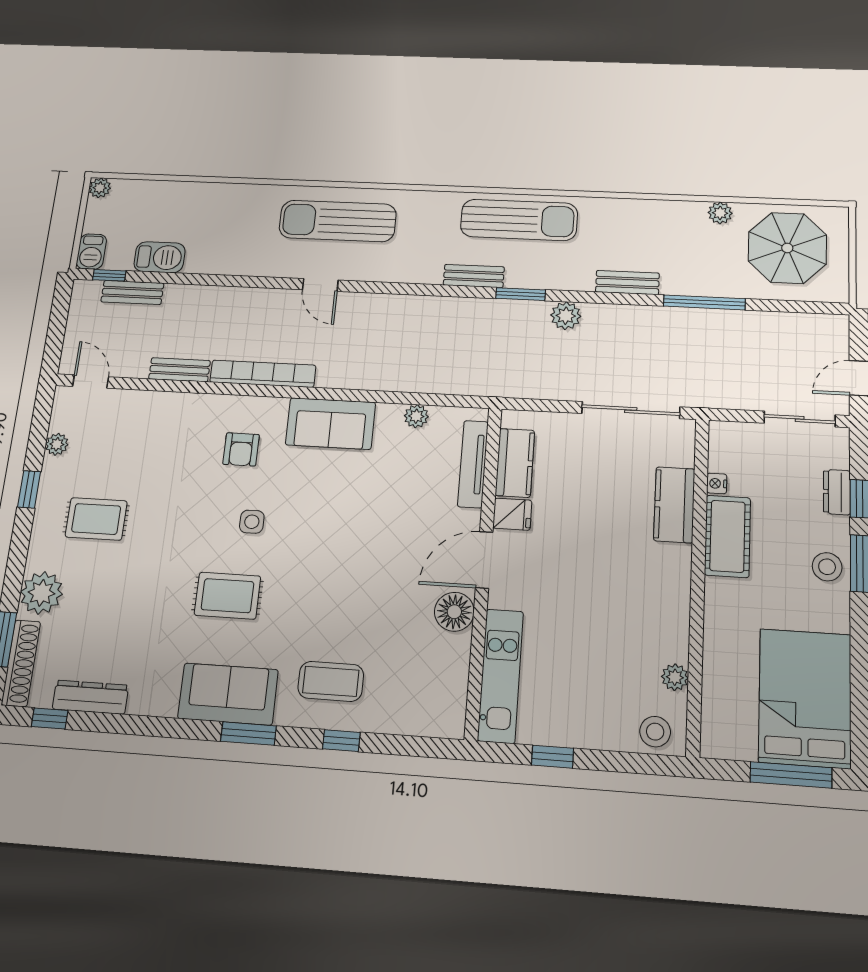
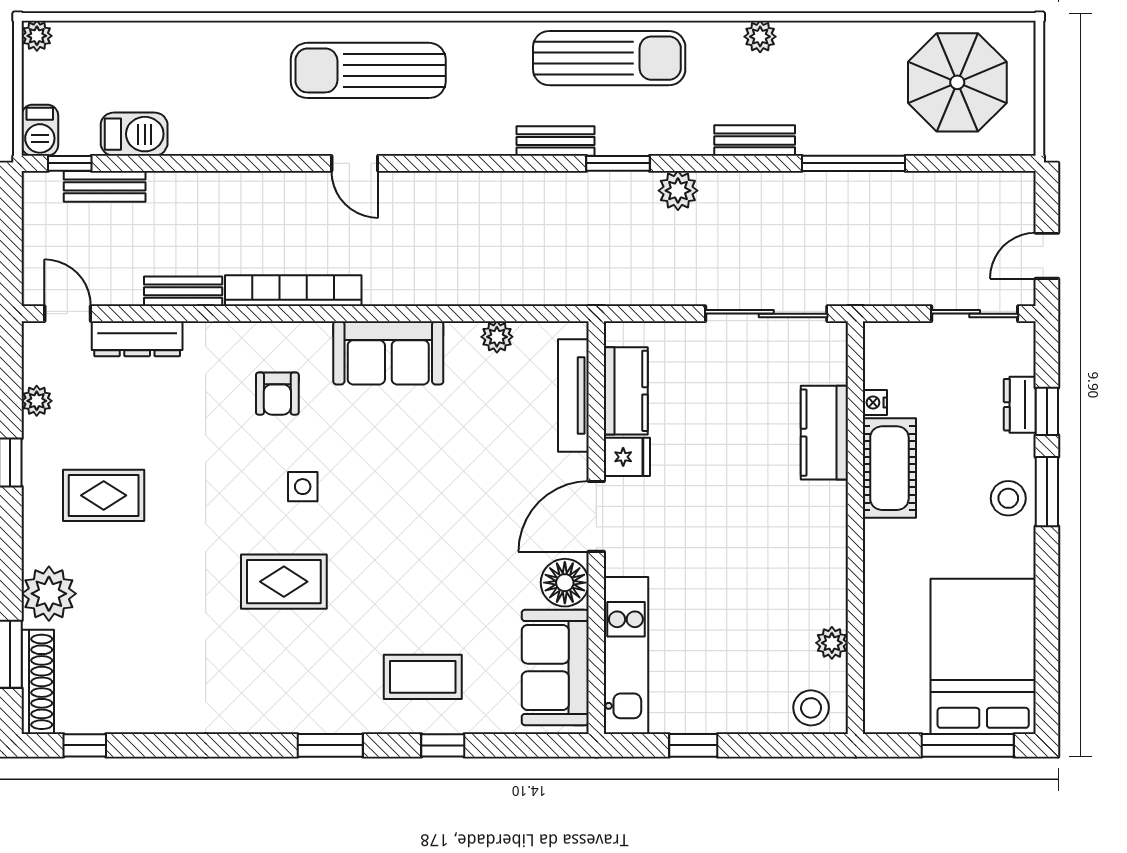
plant: (720, 213) -> (760, 37), moved
sofa: (228, 694) -> (555, 667), moved, turned -90
dresser: (90, 697) -> (137, 339), moved, turned 180

